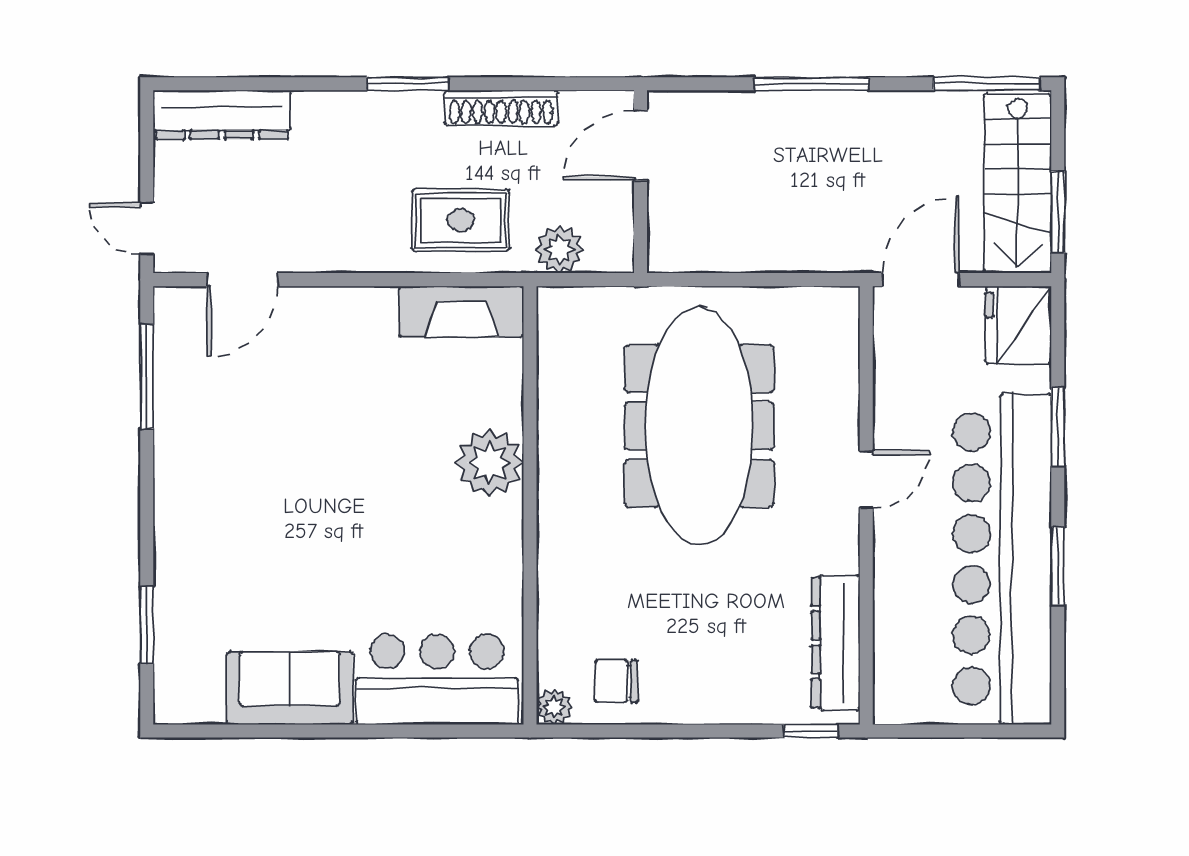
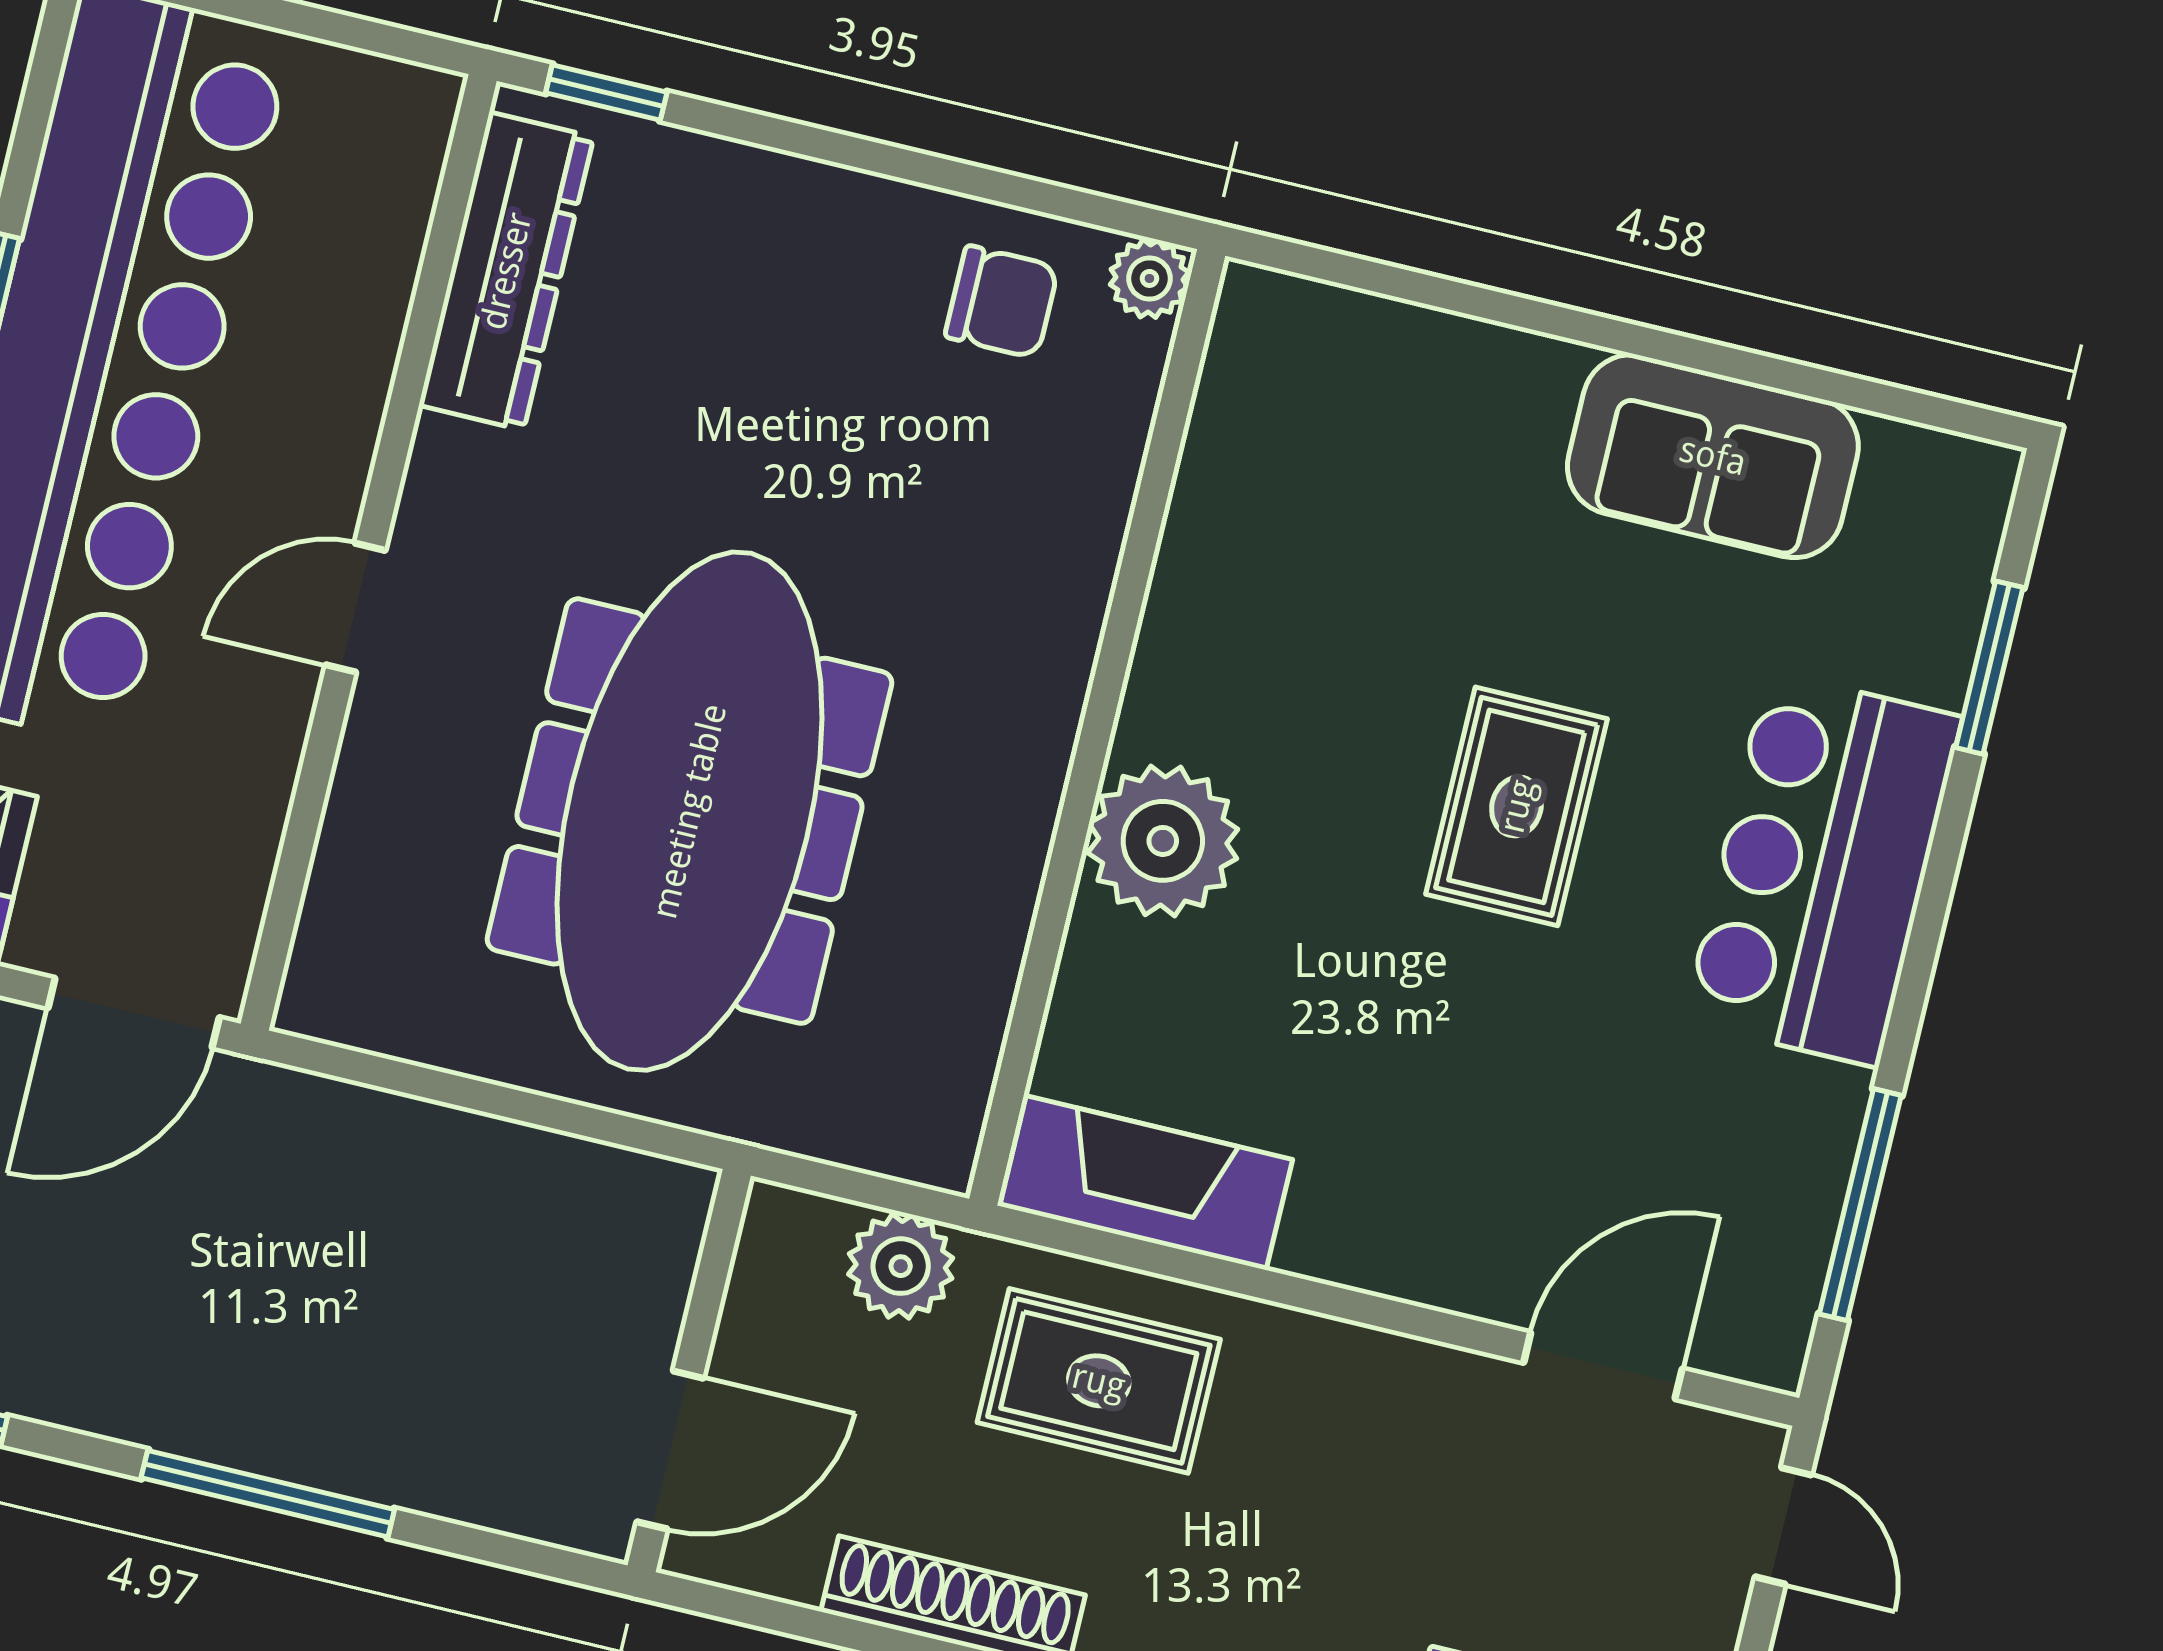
rug: (339, 515) -> (1517, 806), added
bar counter: (437, 679) -> (1823, 869), moved, turned 90

